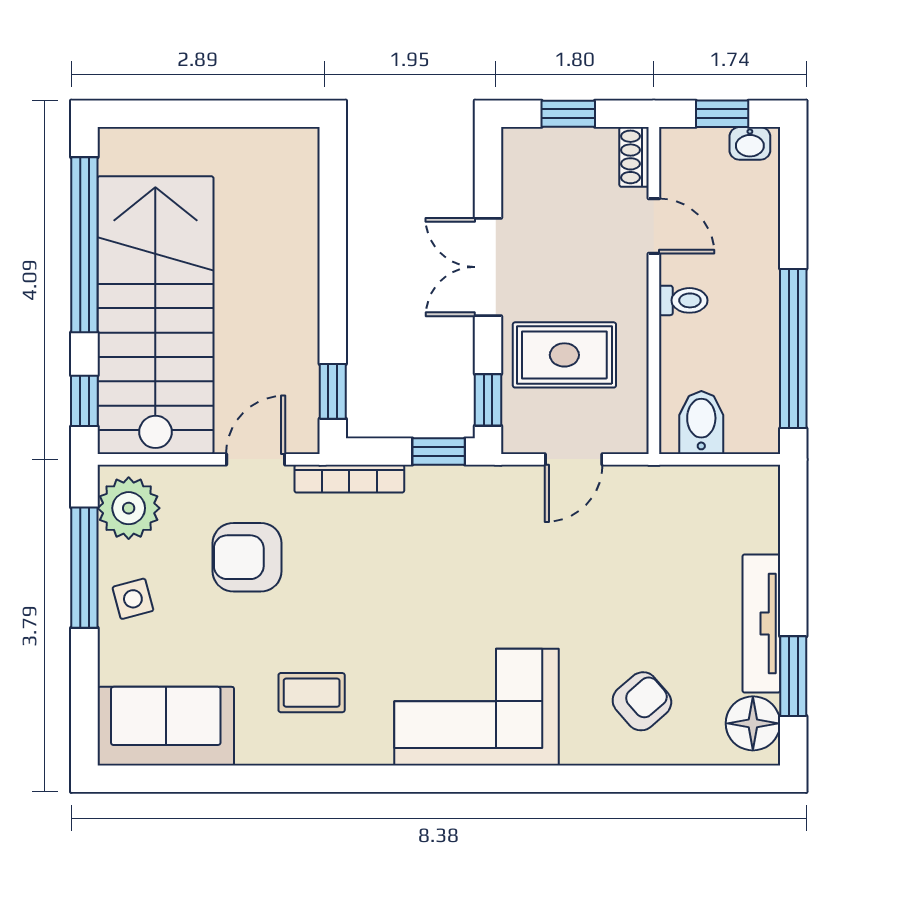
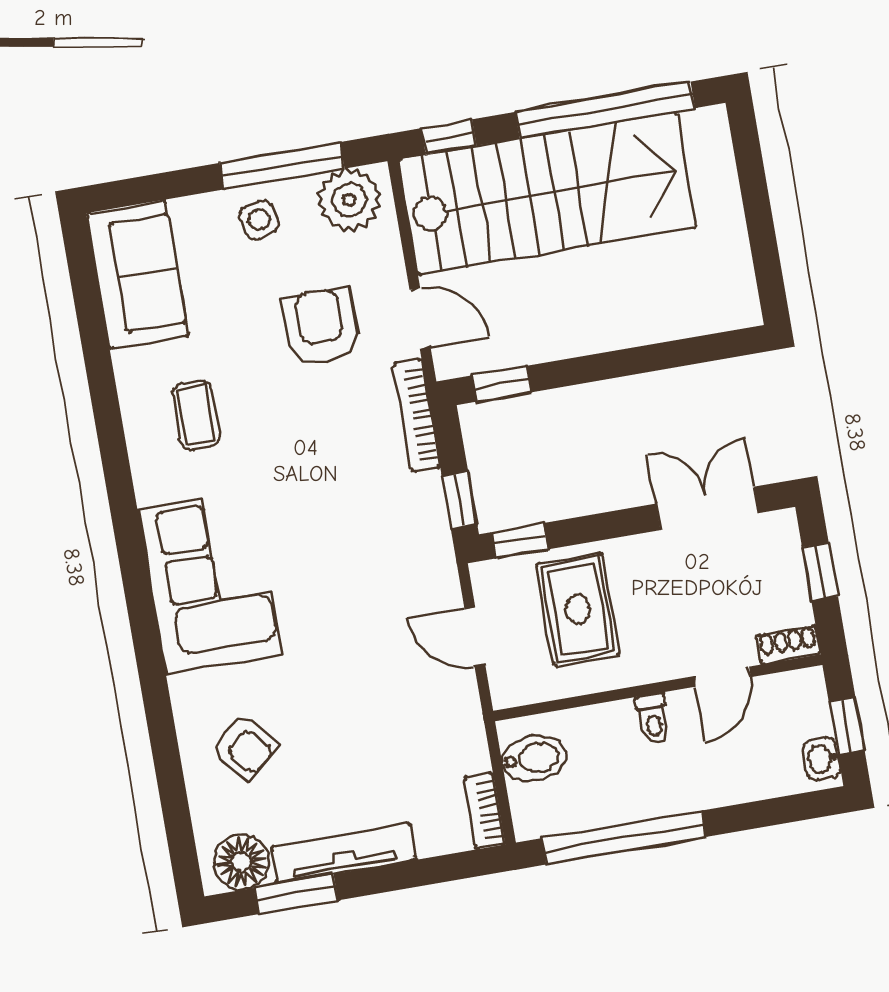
double door: (488, 267) -> (707, 508), moved
bookcase: (744, 479) -> (485, 811), added

